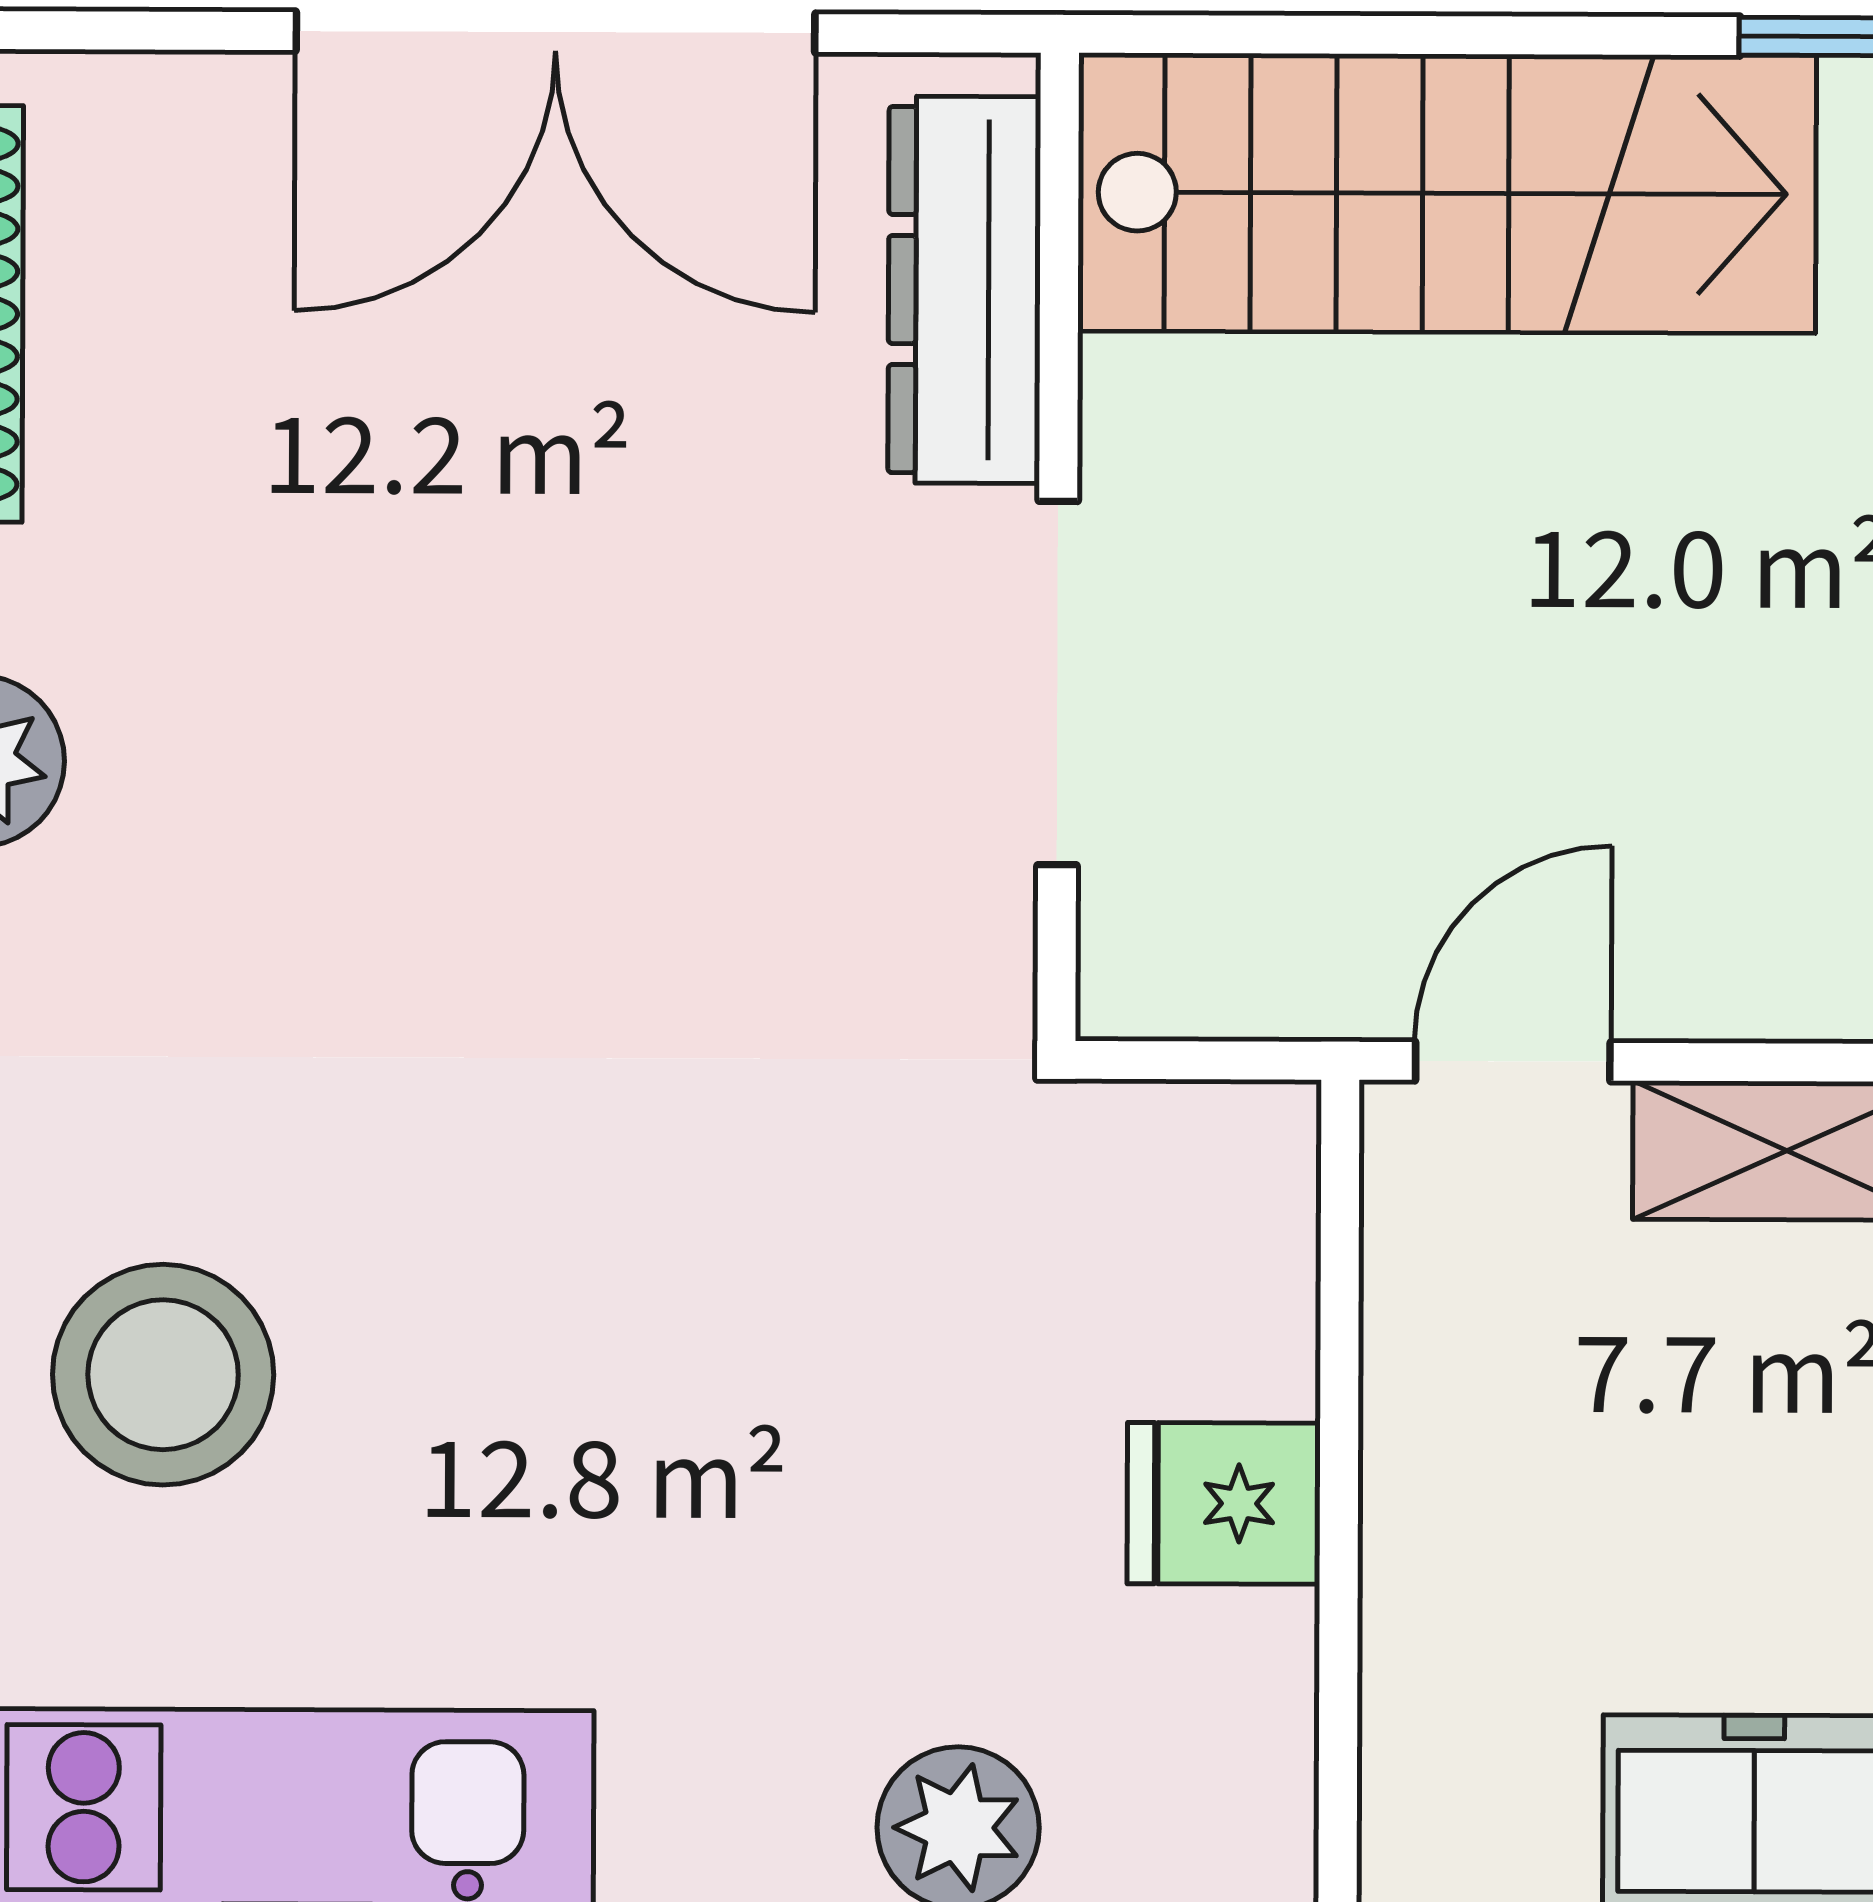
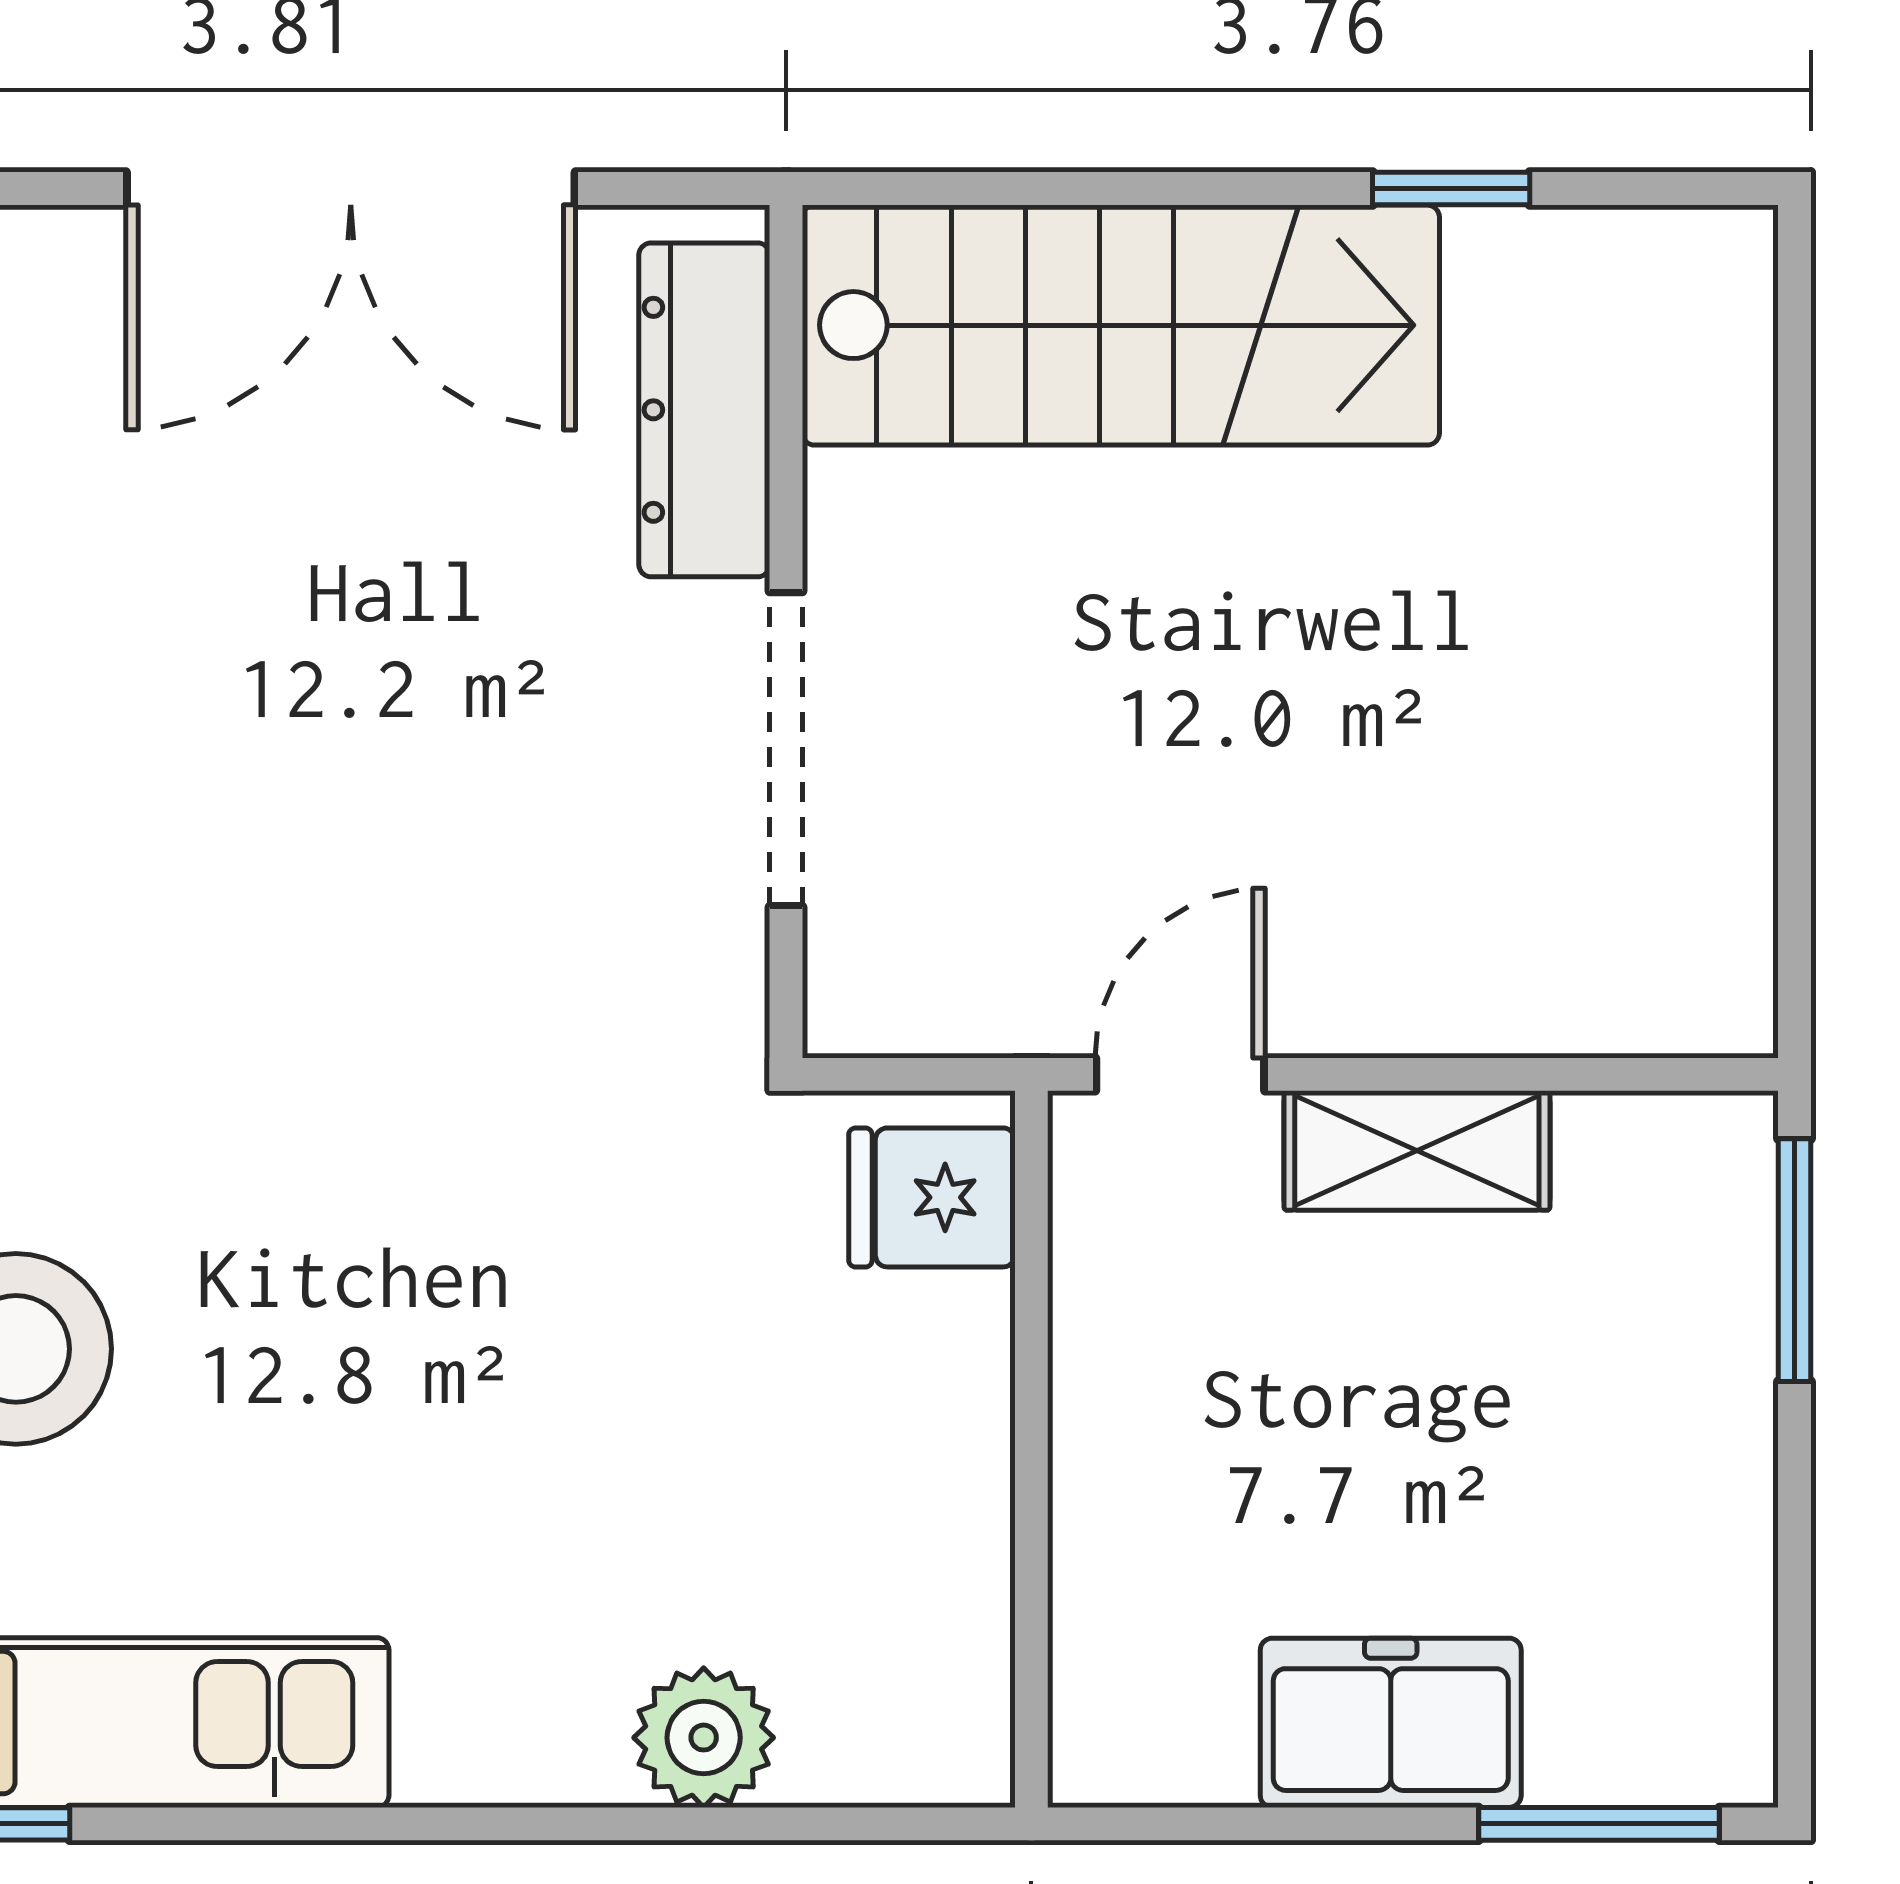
fridge: (1224, 1503) -> (932, 1197), moved

